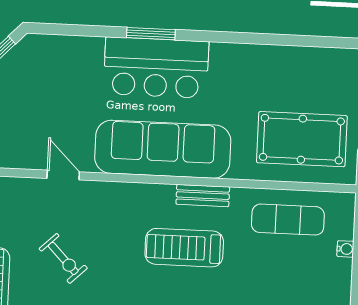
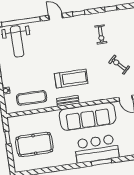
pool table: (302, 139) -> (34, 144), moved

